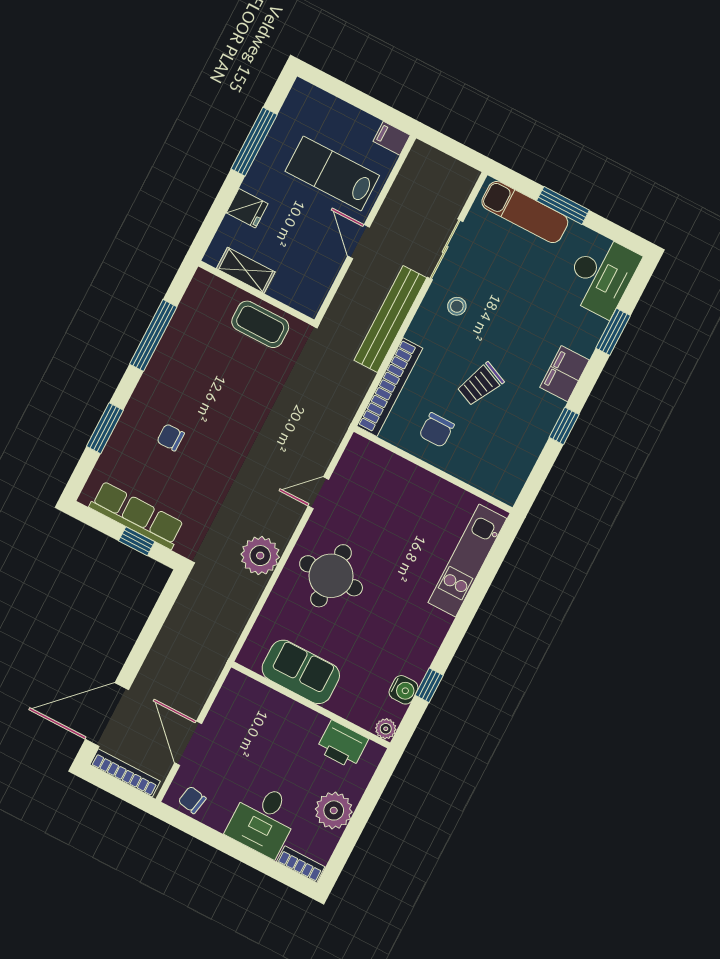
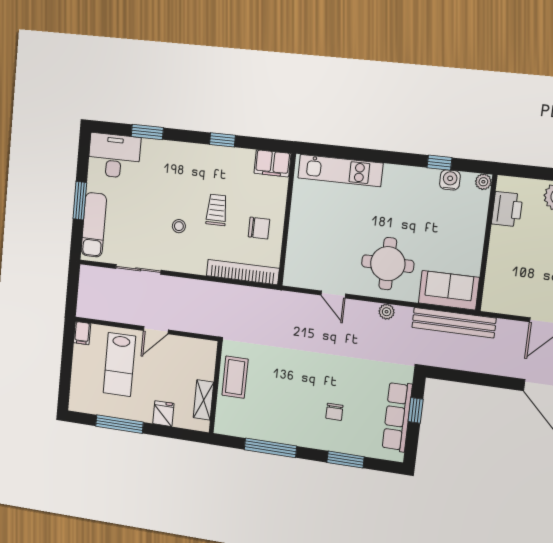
stool: (457, 306) -> (179, 226), moved
bench: (390, 319) -> (454, 323), moved
filing cabinet: (565, 374) -> (272, 163), moved
trolley: (480, 384) -> (217, 210), turned -114
plant: (260, 556) -> (387, 312), width x0.53, depth x0.53
sofa: (301, 672) -> (449, 290), moved, turned 90

